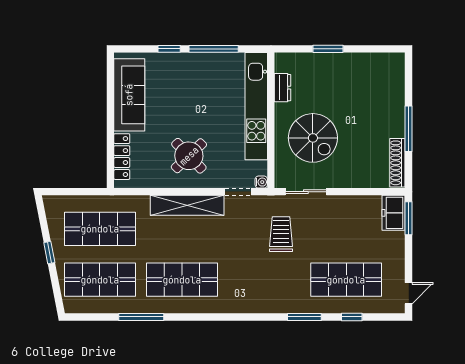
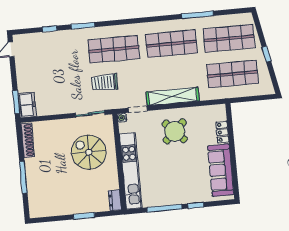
dresser: (282, 88) -> (115, 200), moved
window: (409, 129) -> (23, 177), moved
locker: (122, 157) -> (222, 132), width x0.66
trolley: (281, 234) -> (105, 82), turned 90
shop shelf: (346, 280) -> (114, 49), moved

